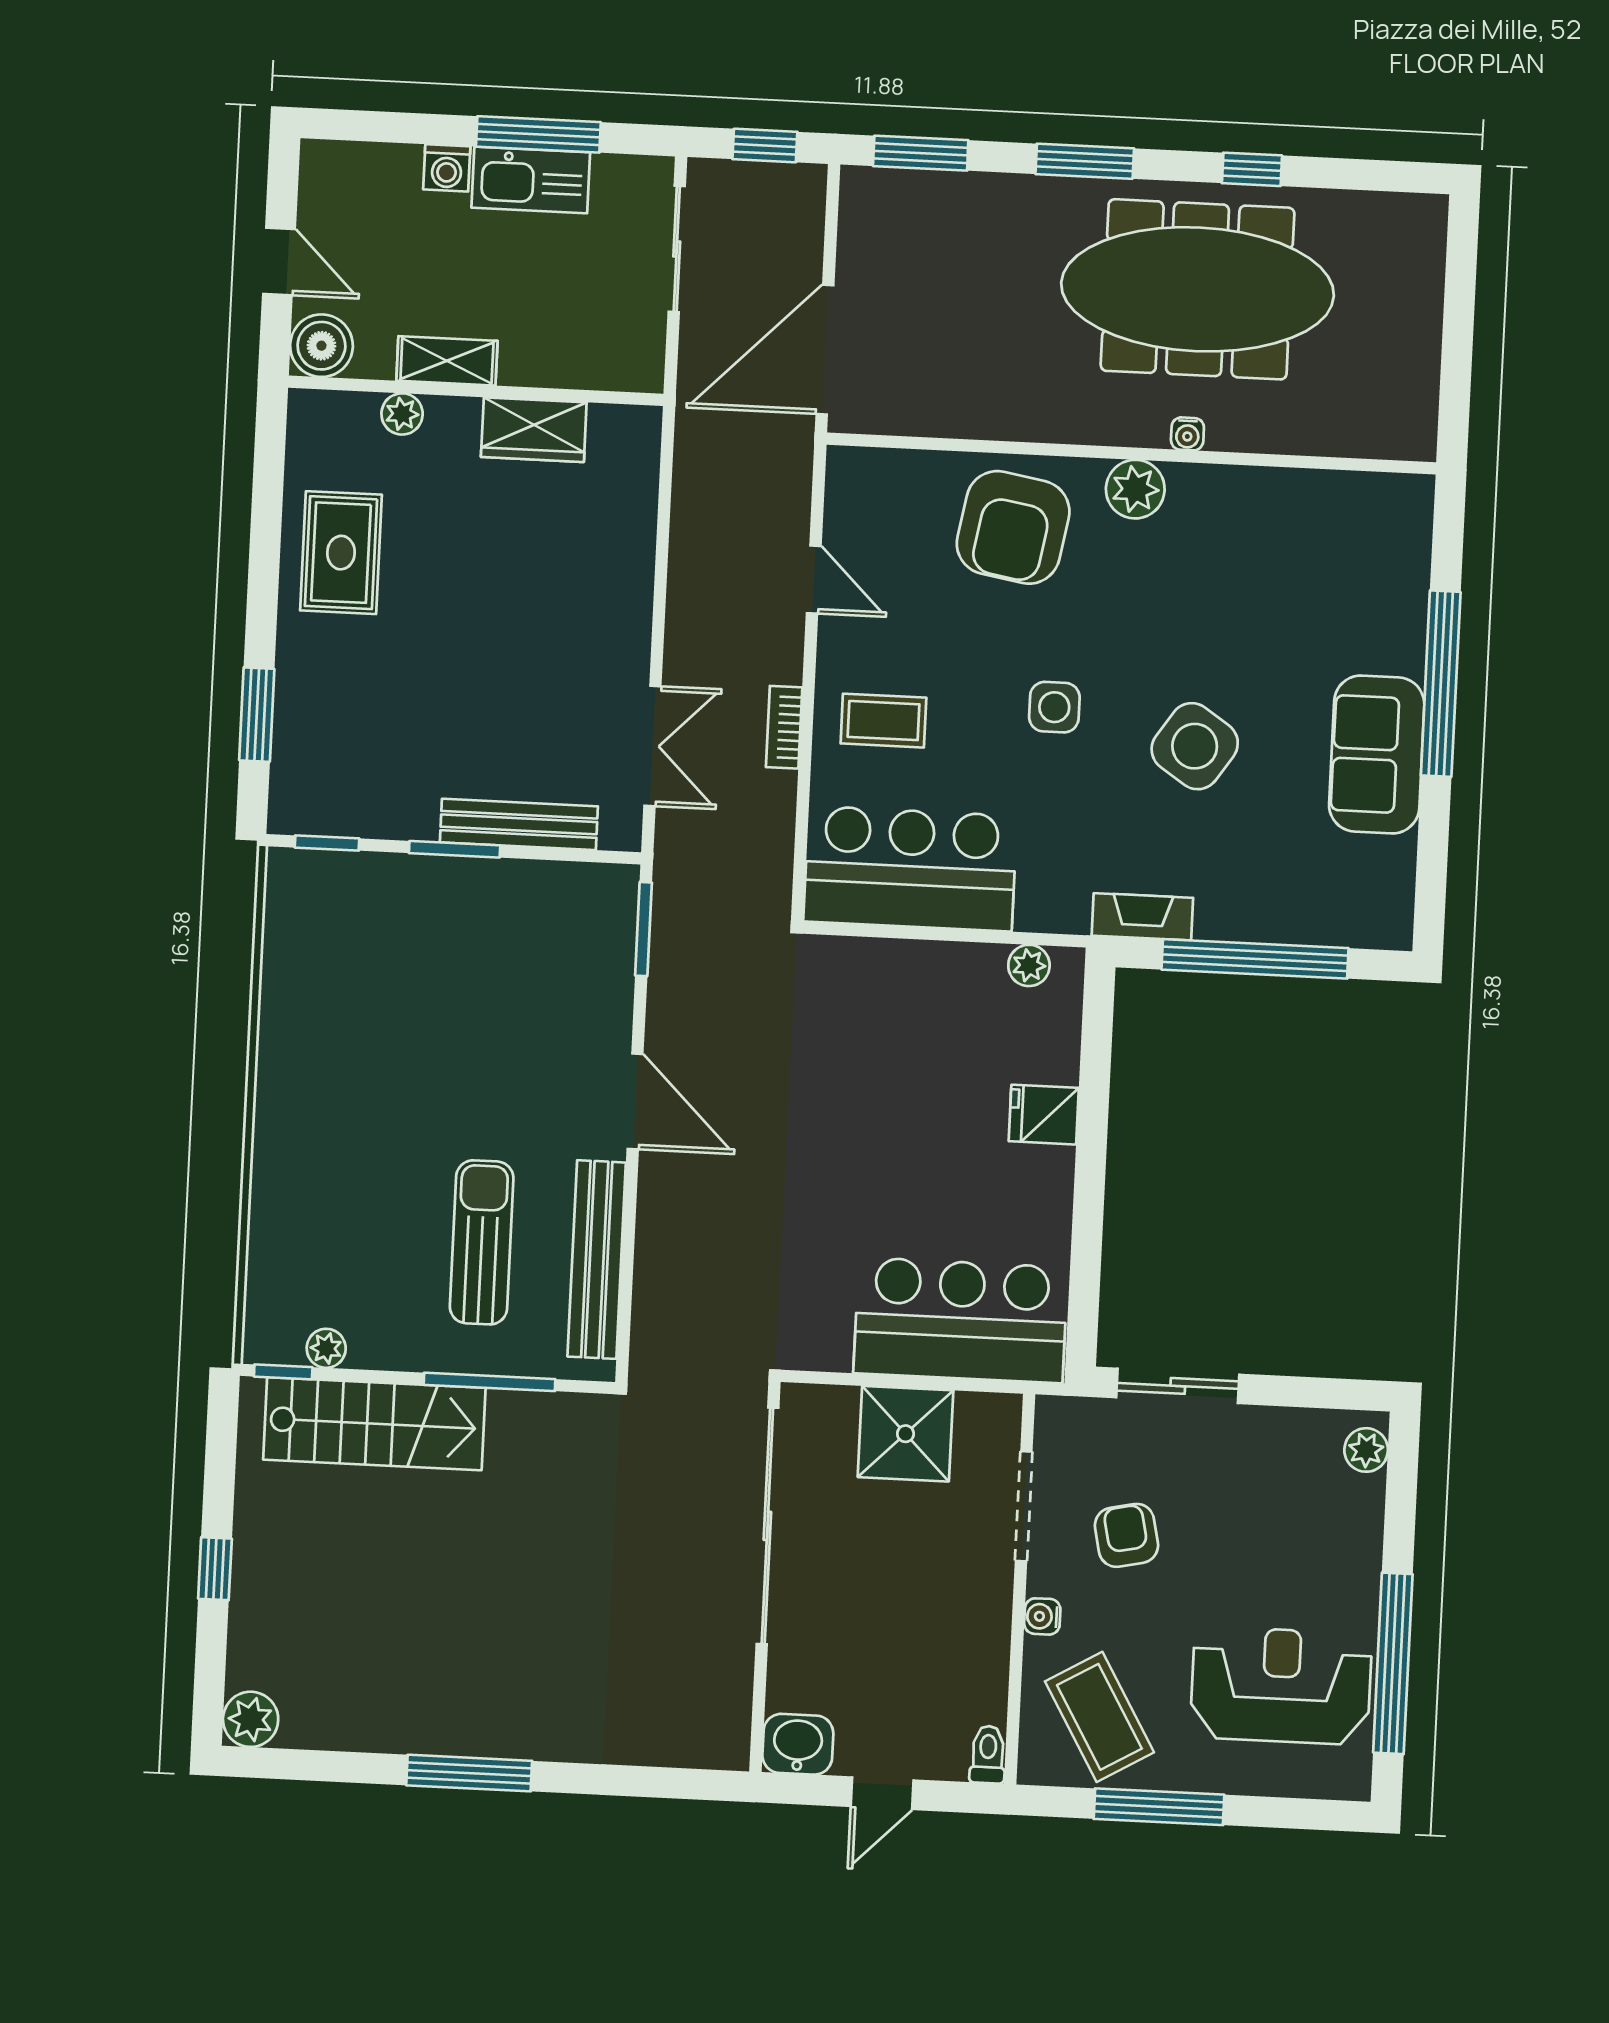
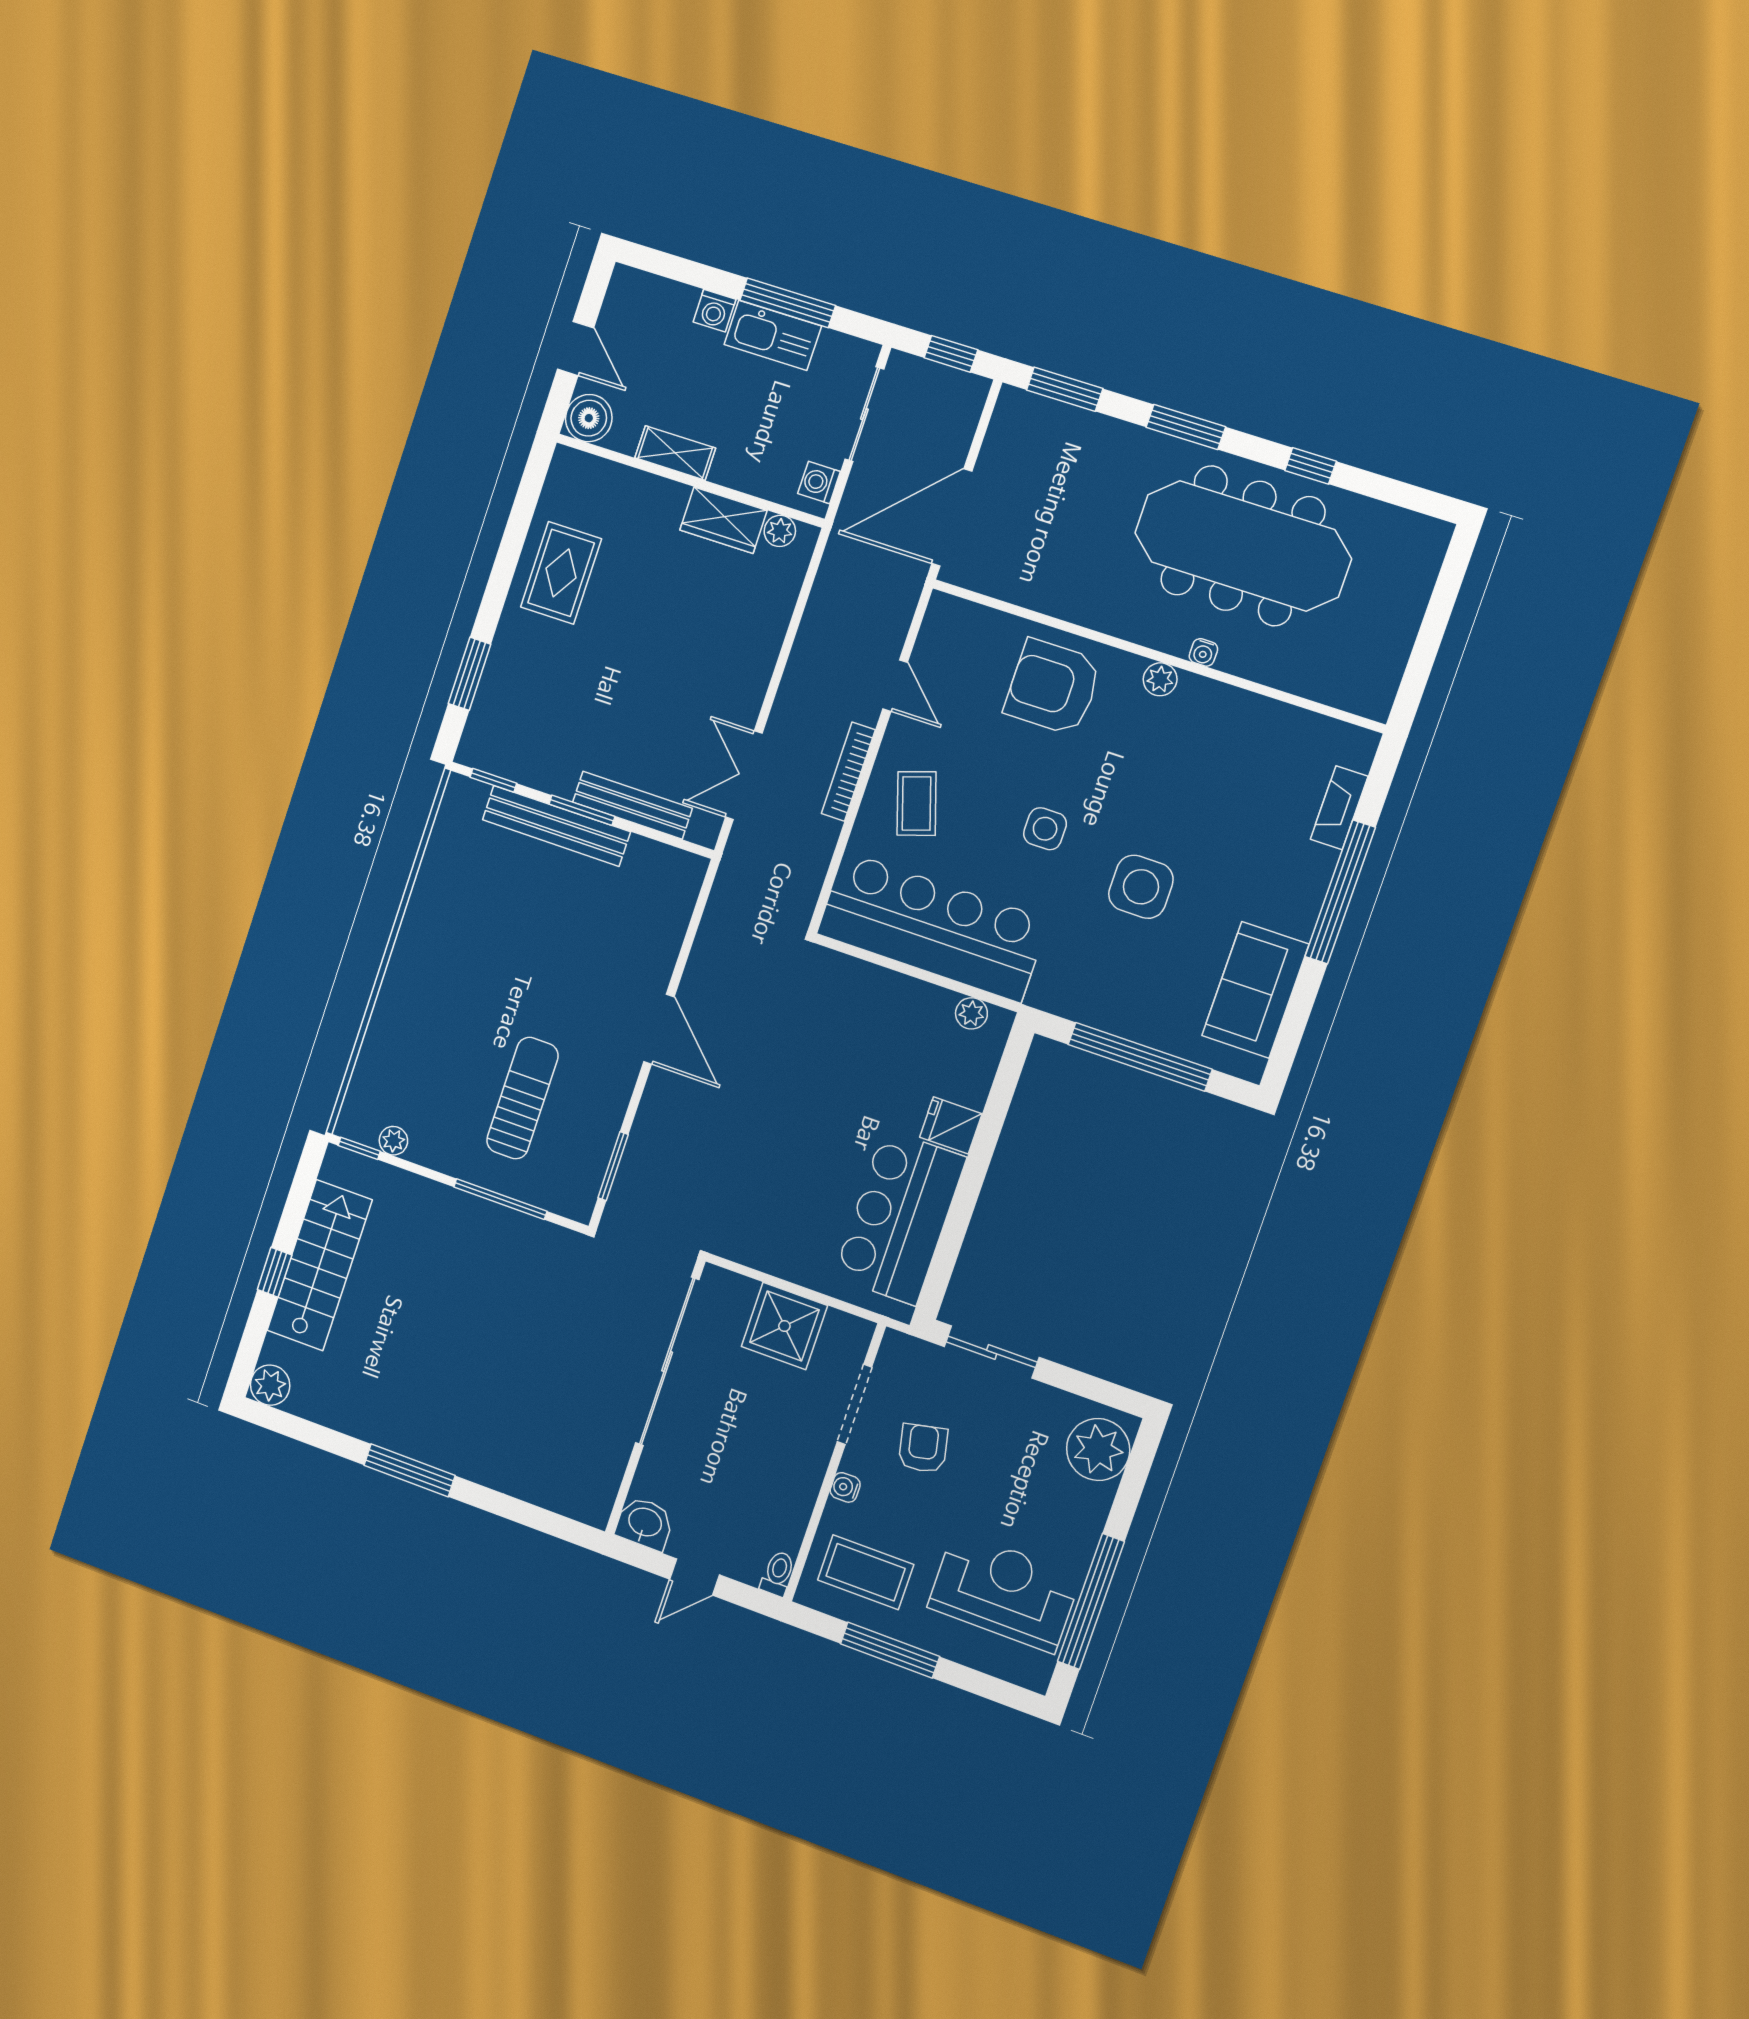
washing machine: (643, 350) -> (819, 483), added
plant: (402, 414) -> (780, 531), moved
plant: (1135, 489) -> (1160, 679), width x0.73, depth x0.73
armchair: (1013, 527) -> (1053, 687), turned 80
coffee table: (883, 721) -> (917, 804), turned 72
bookcase: (784, 727) -> (848, 772), width x1.56
double door: (652, 746) -> (744, 775), swing flipped
side table: (1195, 746) -> (1141, 887), turned -34
sofa: (1377, 754) -> (1255, 990), moved
bar counter: (910, 869) -> (932, 927), width x1.36
fireplace: (1142, 917) -> (1339, 808), moved, turned -90
window: (643, 929) -> (613, 1166), moved
bench: (597, 1260) -> (556, 826), moved, turned 90
bar counter: (961, 1320) -> (900, 1217), moved, turned -90
stairs: (374, 1424) -> (320, 1265), moved, turned -90
plant: (1366, 1450) -> (1098, 1449), width x1.88, depth x1.88
coffee table: (1099, 1717) -> (866, 1572), turned -60

